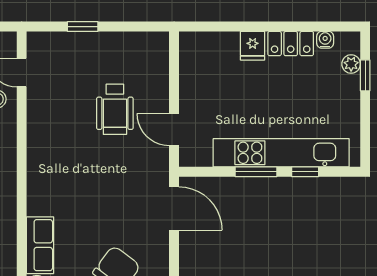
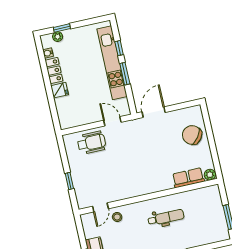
wheelchair: (115, 109) -> (92, 143), moved
door: (174, 130) -> (112, 121), swing flipped

